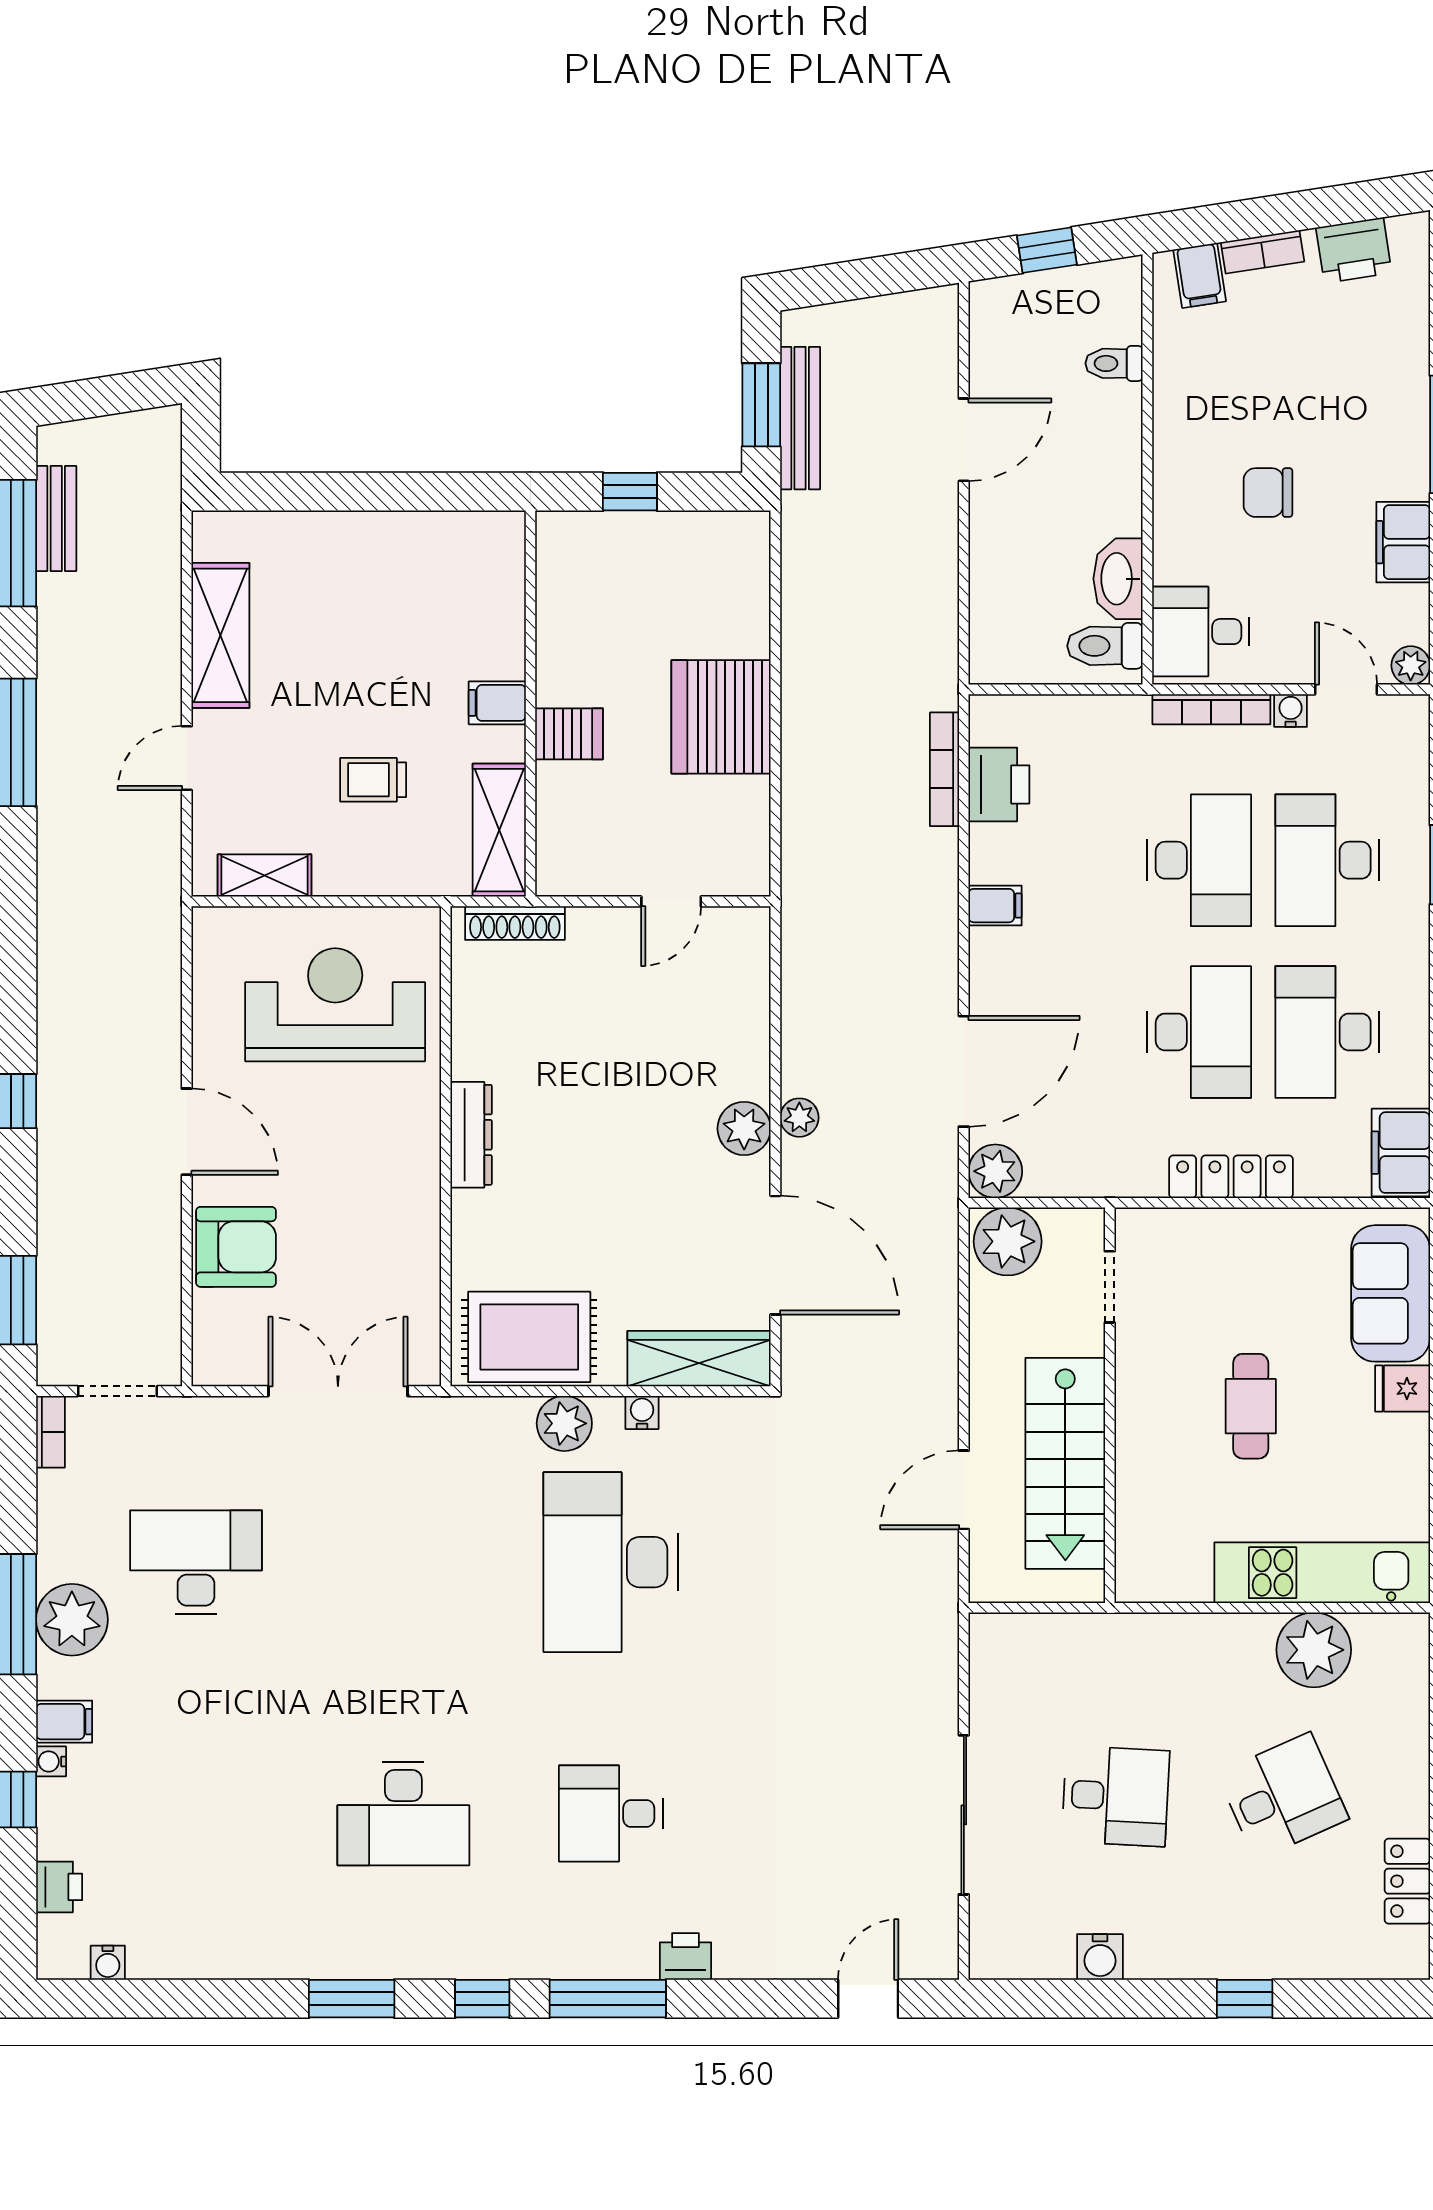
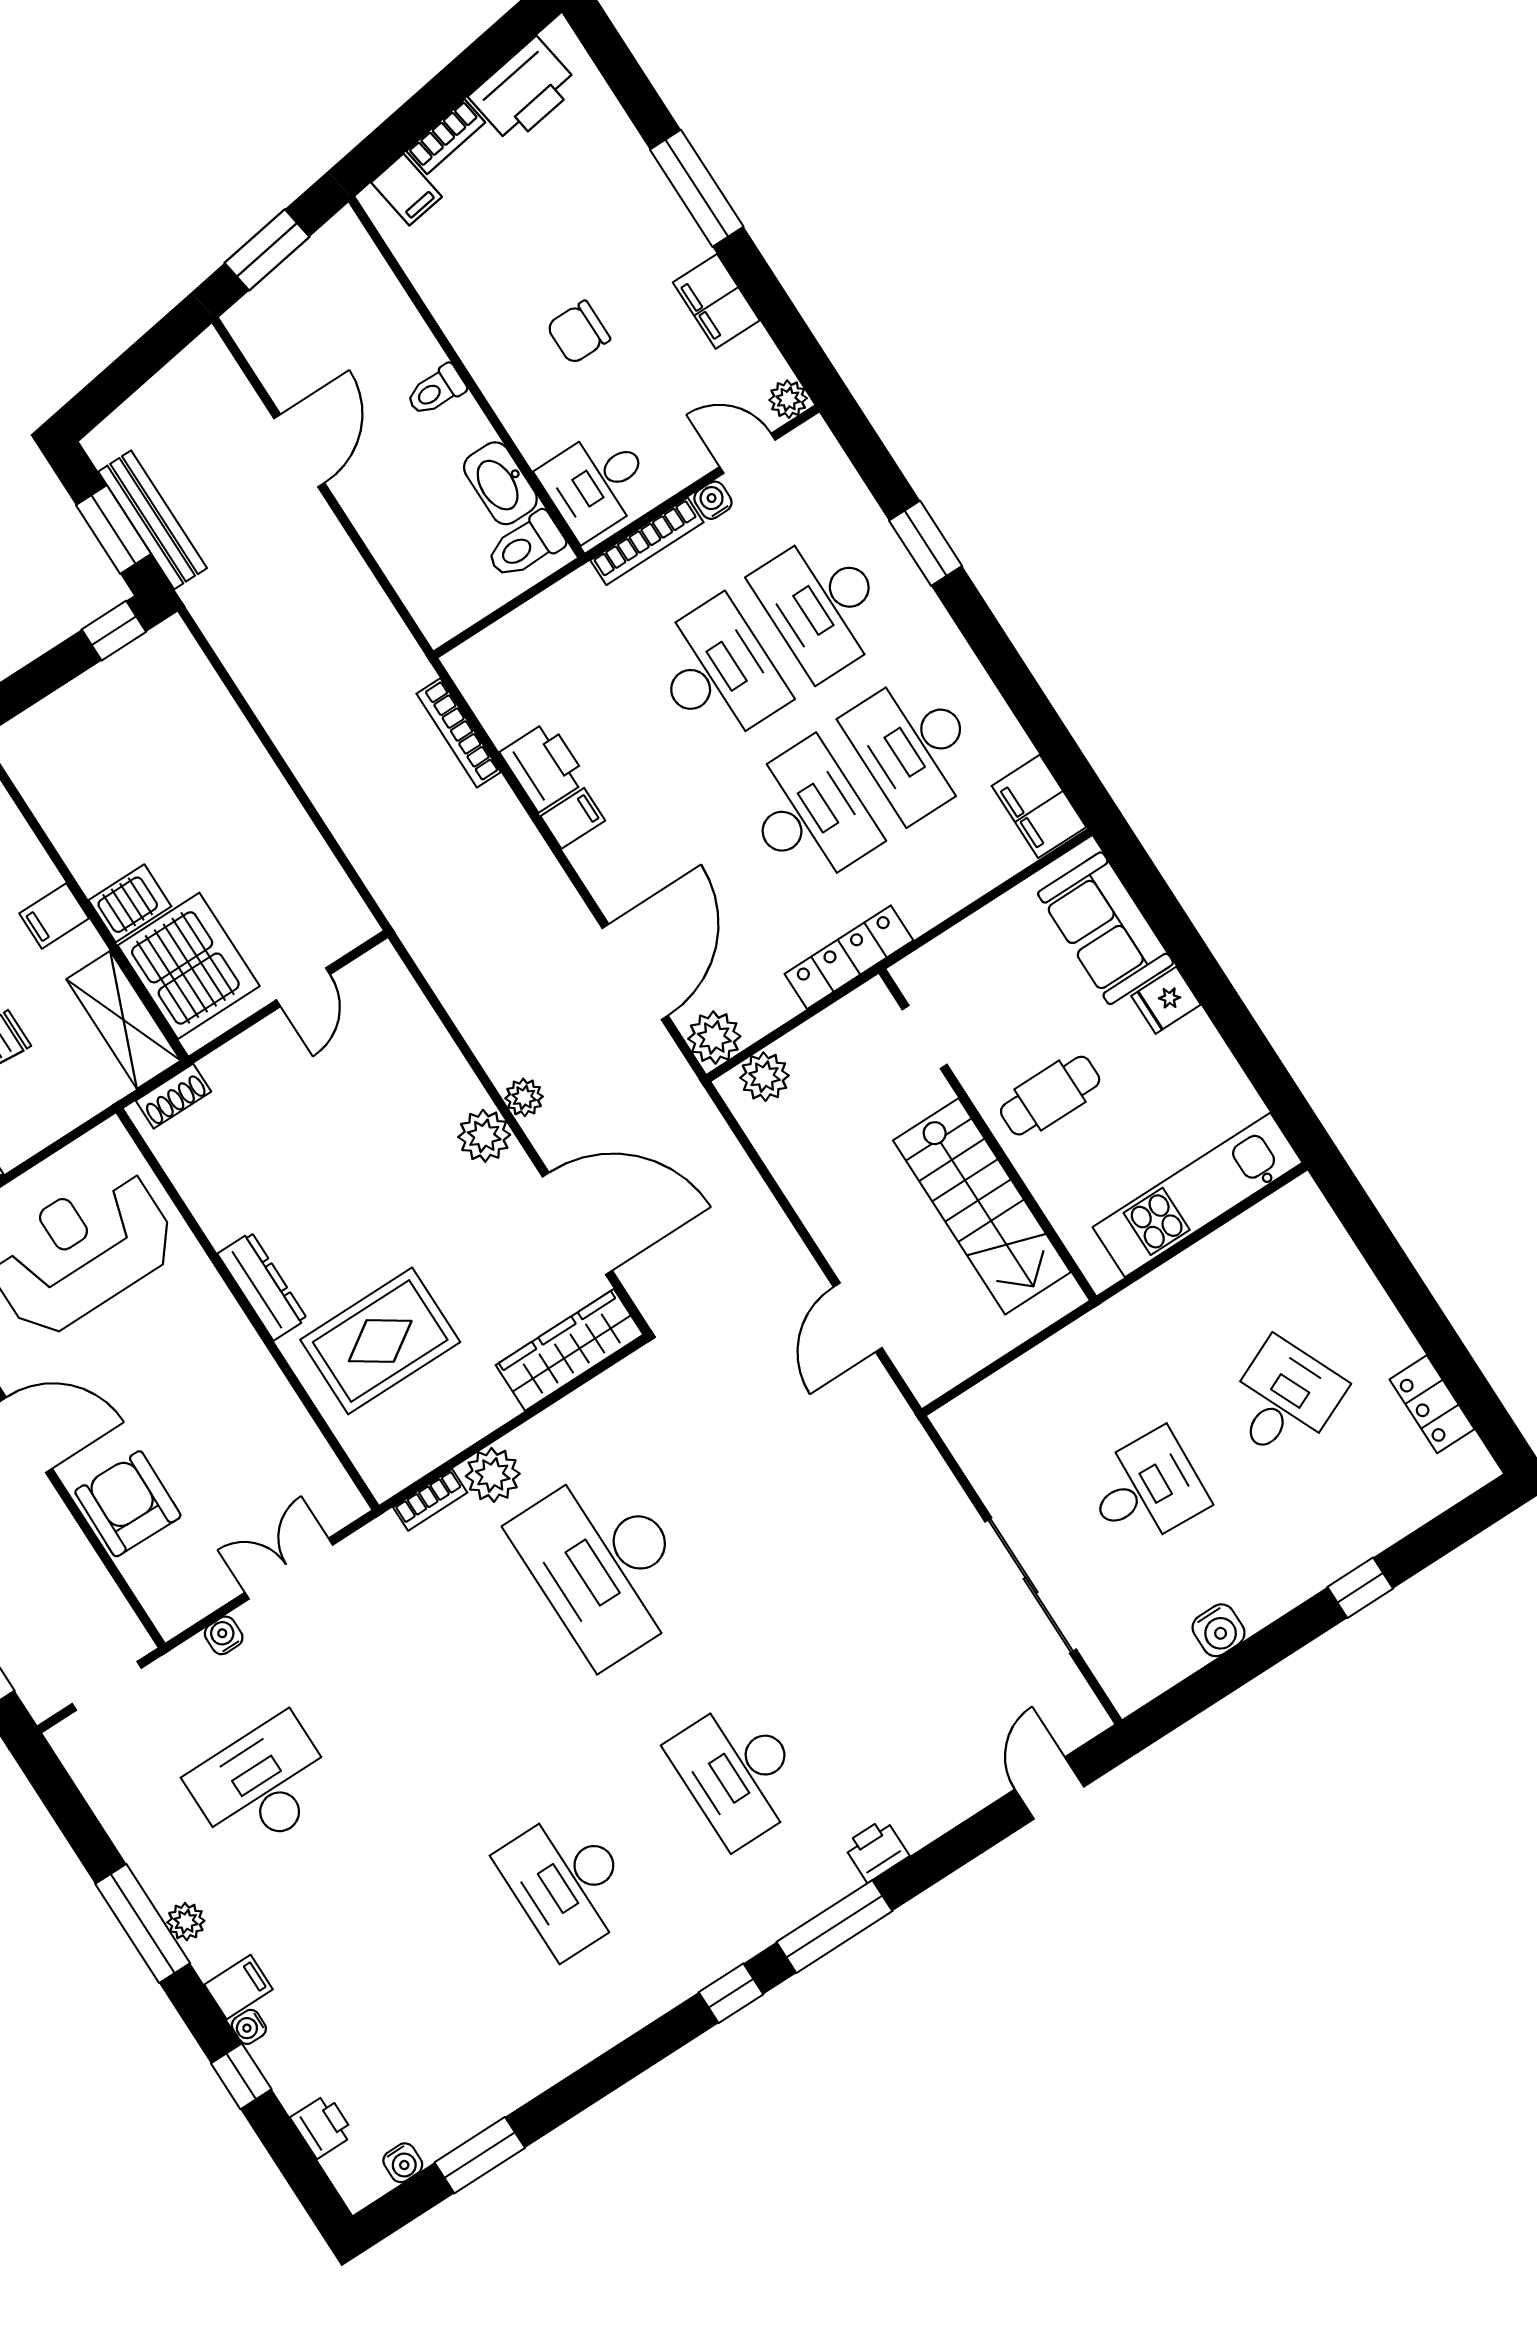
window: (1047, 250) -> (267, 250), width x1.50
printer: (1354, 250) -> (524, 91), width x1.37, depth x1.19
toilet: (1114, 363) -> (436, 390), moved
window: (630, 492) -> (114, 631), moved
server rack: (721, 717) -> (189, 966), moved, turned 180
printer: (999, 784) -> (544, 766), moved
shoe rack: (515, 923) -> (173, 1096), width x0.70
locker: (1231, 1177) -> (849, 957), moved
plant: (1008, 1241) -> (764, 1077), width x0.73, depth x0.73
armchair: (236, 1247) -> (128, 1504), turned -89
doorway: (1110, 1287) -> (925, 1037), moved
rug: (529, 1337) -> (380, 1341), moved
double door: (338, 1391) -> (289, 1569), width x0.73
wall: (1110, 1405) -> (988, 1135), moved
cafe table: (1251, 1406) -> (1050, 1096), turned 90
water cooler: (642, 1412) -> (224, 1635), moved
bookcase: (50, 1432) -> (430, 1500), moved, turned 90
stairs: (1065, 1463) -> (982, 1206), moved
plant: (72, 1620) -> (186, 1922), width x0.53, depth x0.53
plant: (1314, 1650) -> (1232, 1263), removed
desk: (403, 1814) -> (567, 1882), turned 90
desk: (611, 1814) -> (739, 1772), width x1.37
window: (352, 1999) -> (480, 2155), moved

